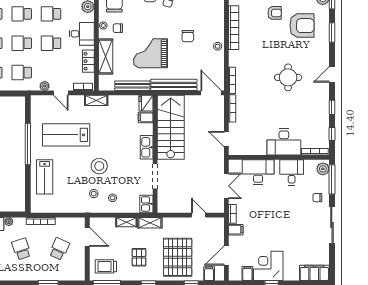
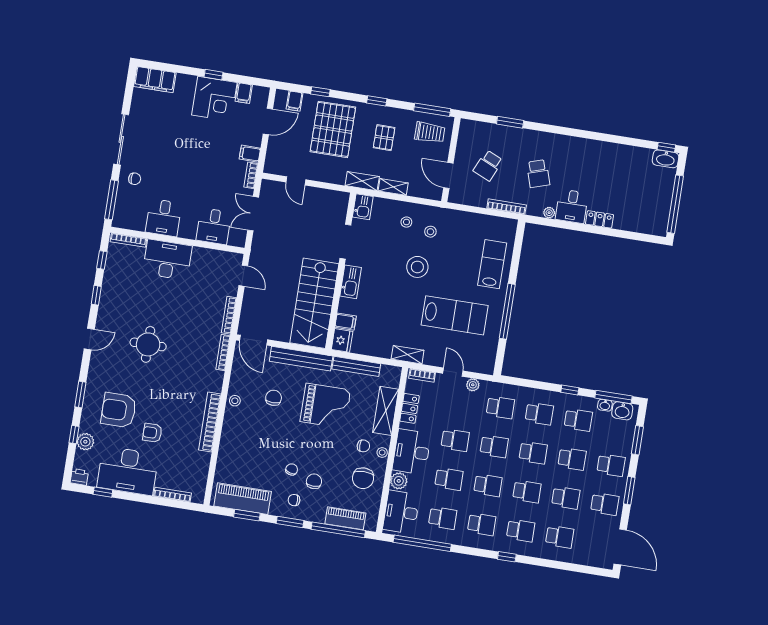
desk: (82, 34) -> (412, 452), width x1.37
chair: (188, 36) -> (274, 398), moved
plant: (323, 169) -> (121, 216), removed
desk: (258, 172) -> (214, 226), width x0.73

